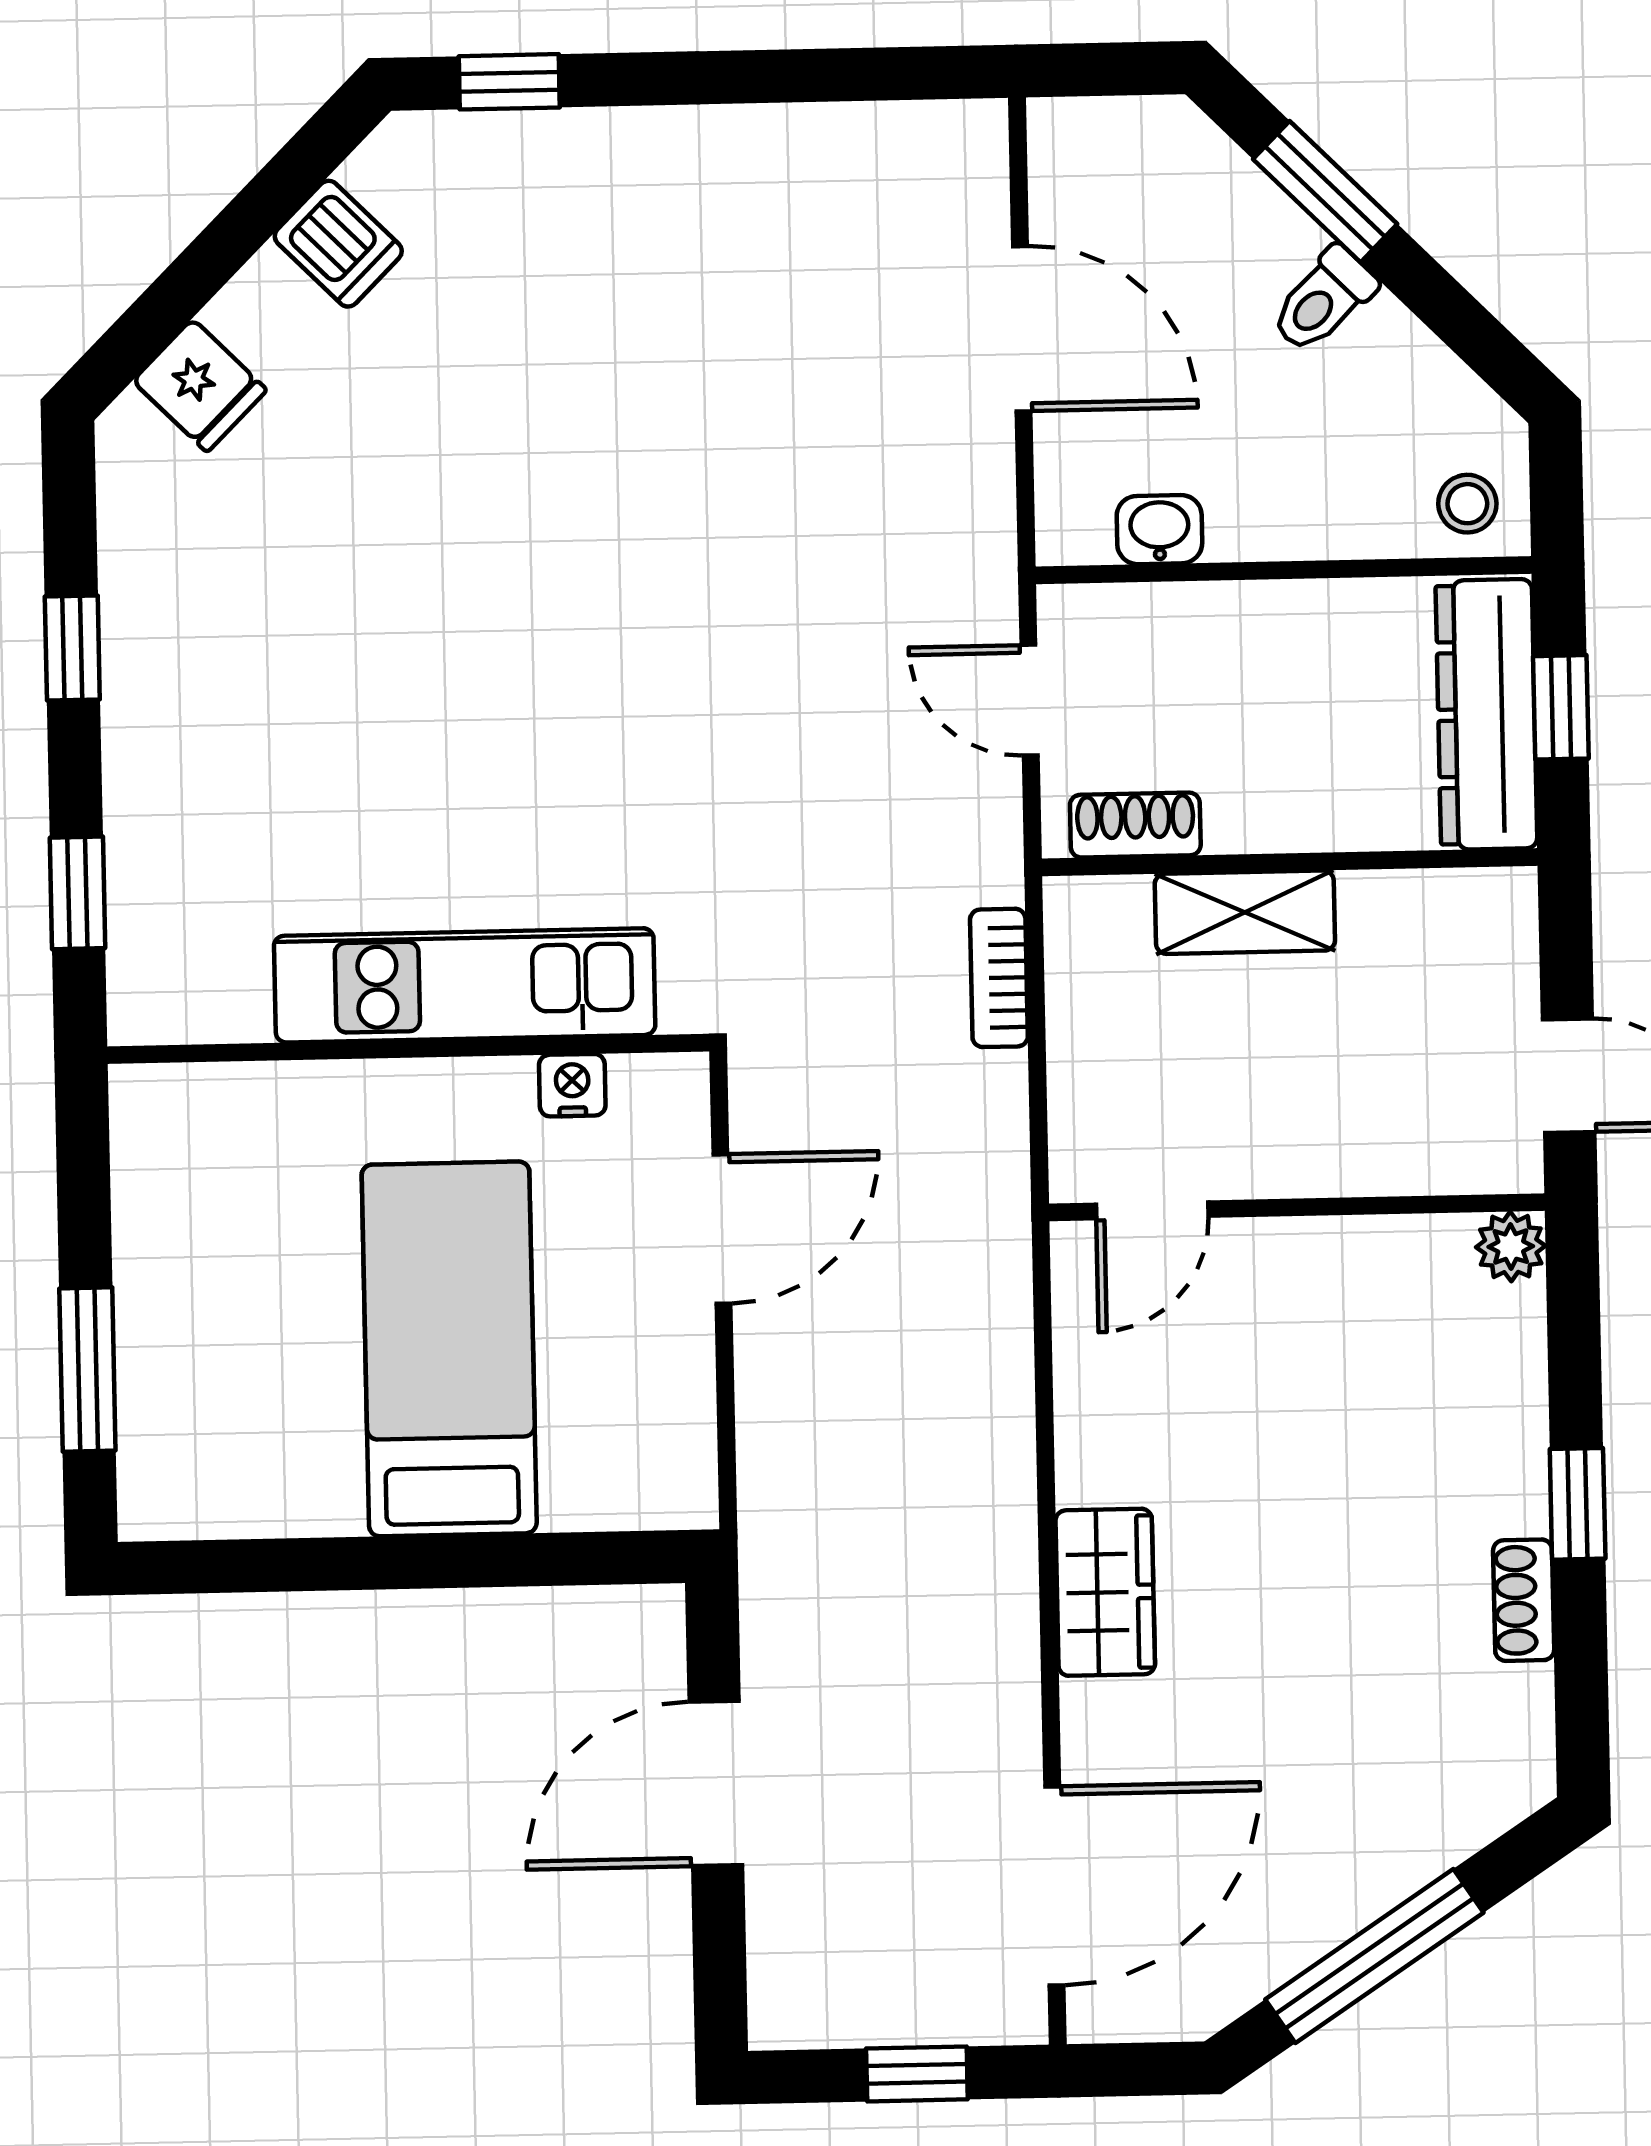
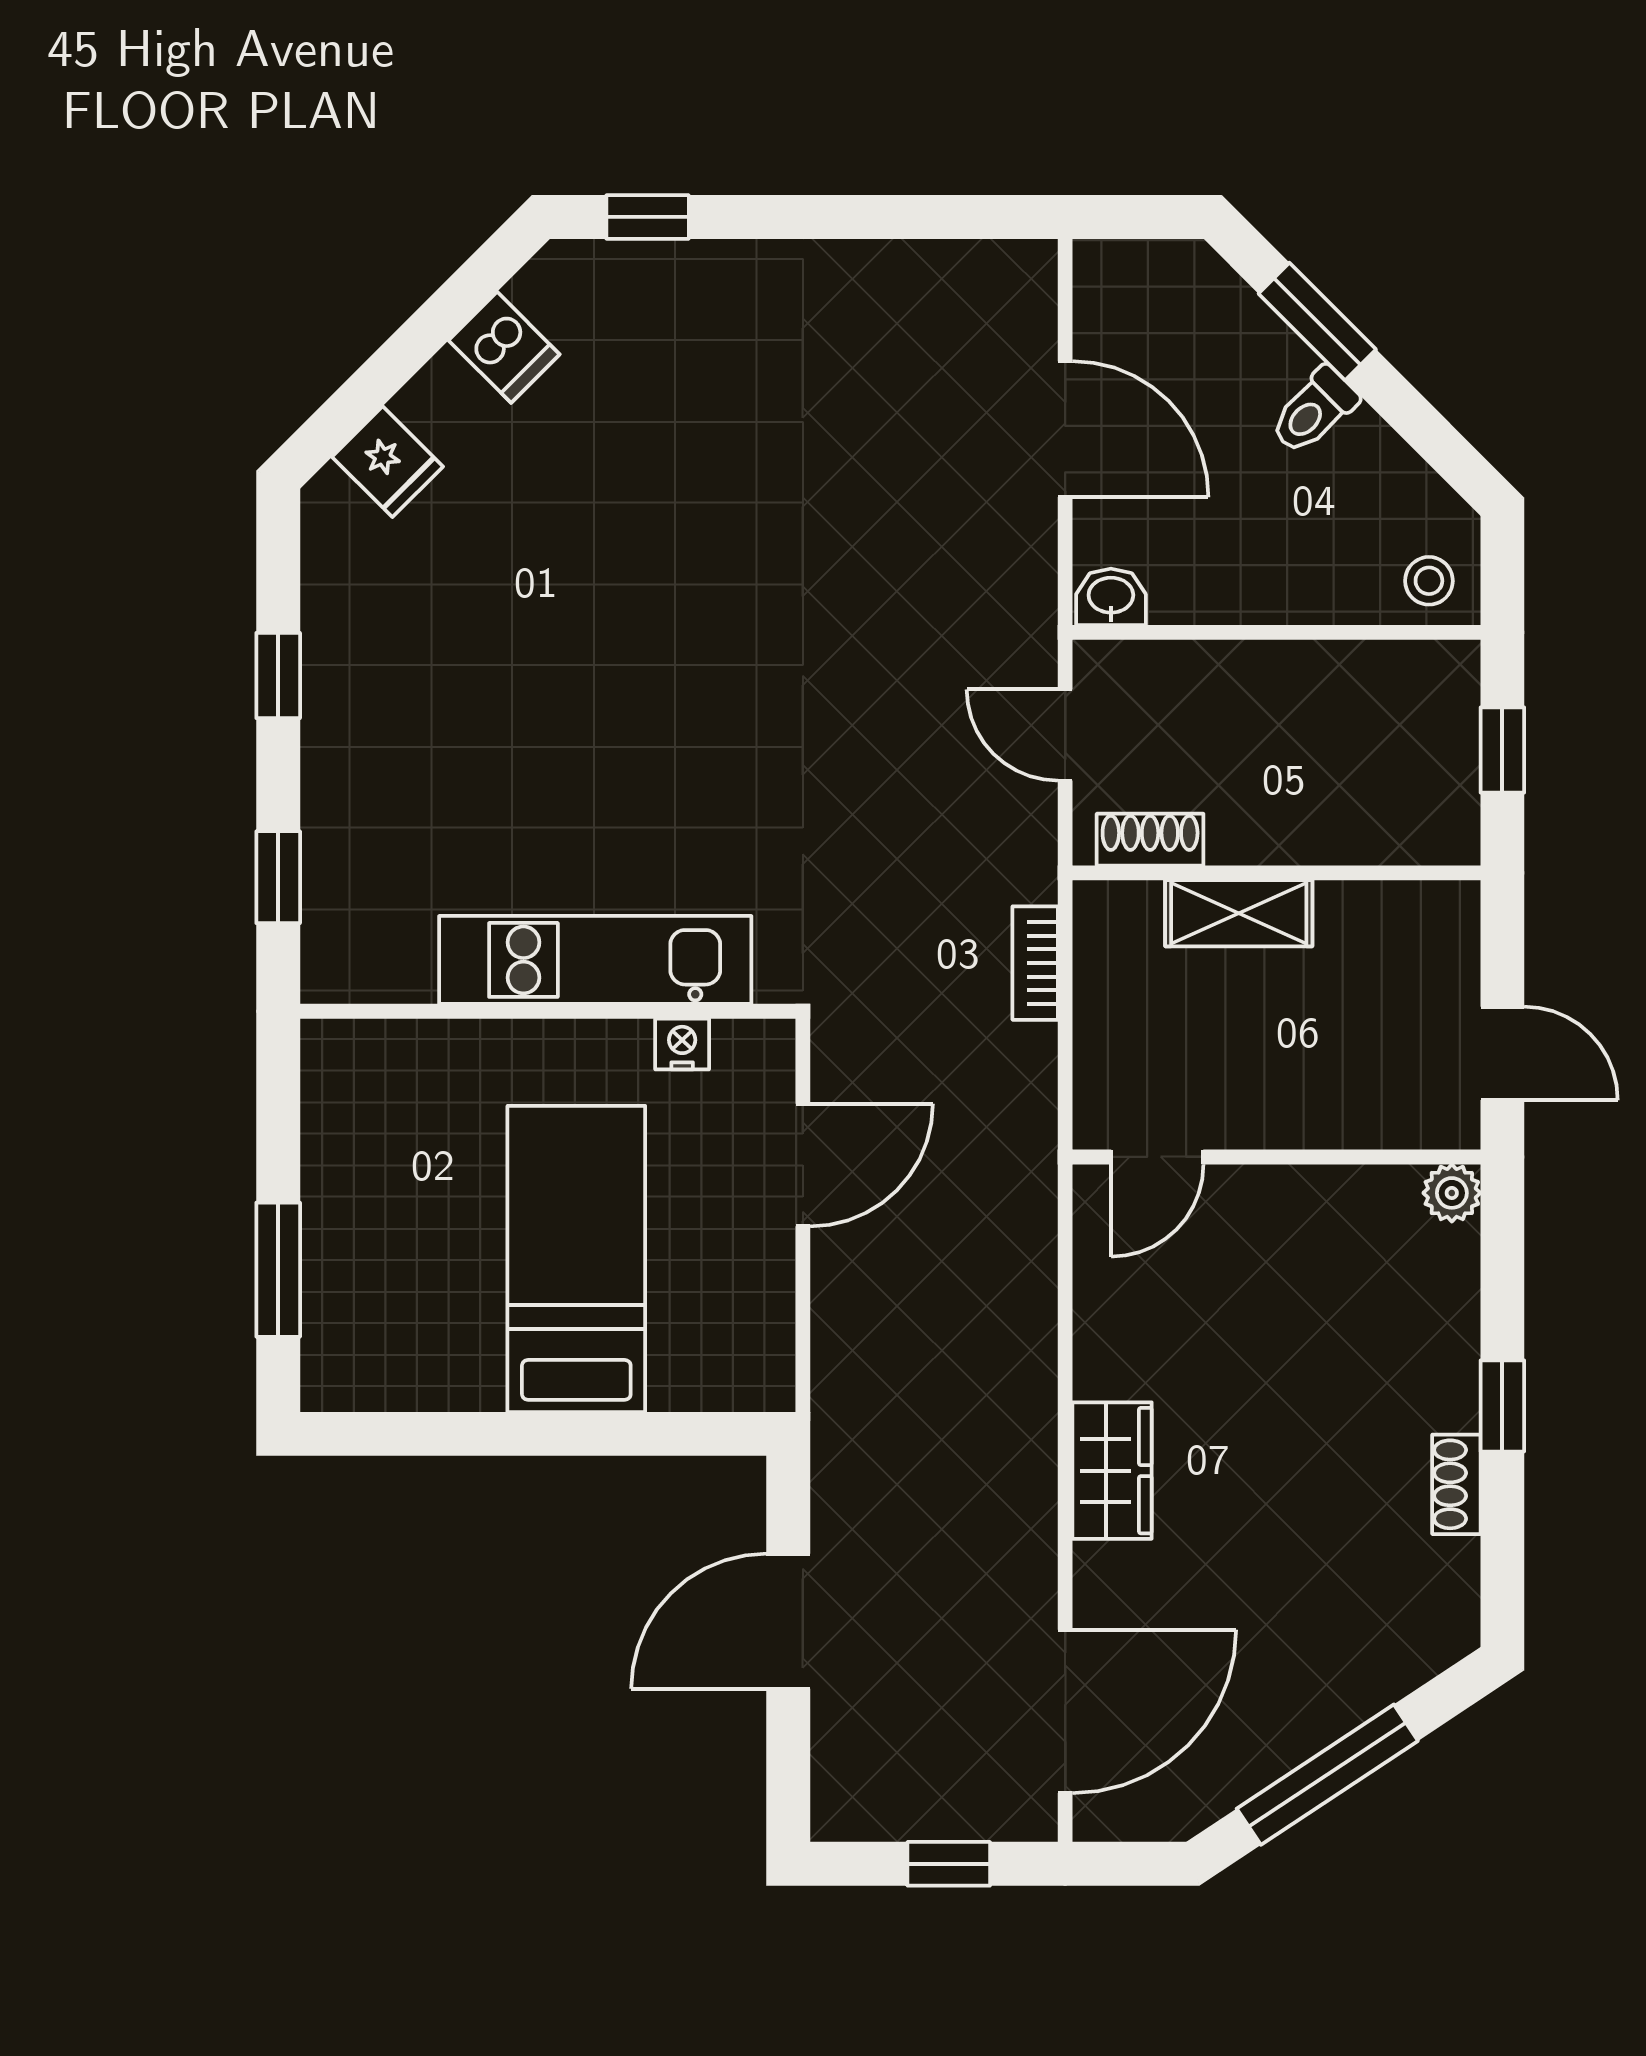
washbasin: (1159, 530) -> (1111, 597), moved
dresser: (1486, 714) -> (1441, 755), removed

